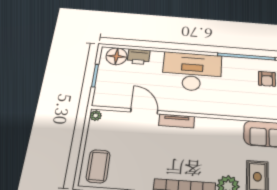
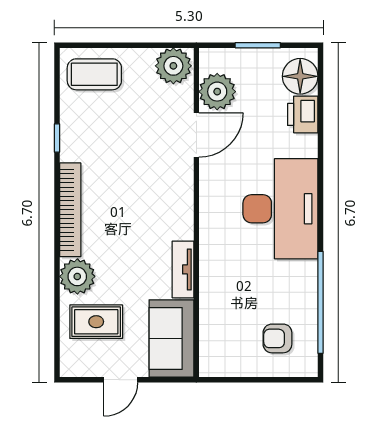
plant: (119, 98) -> (217, 92), added
plant: (96, 116) -> (173, 66), width x1.87, depth x1.87
tv unit: (177, 121) -> (183, 269), moved

